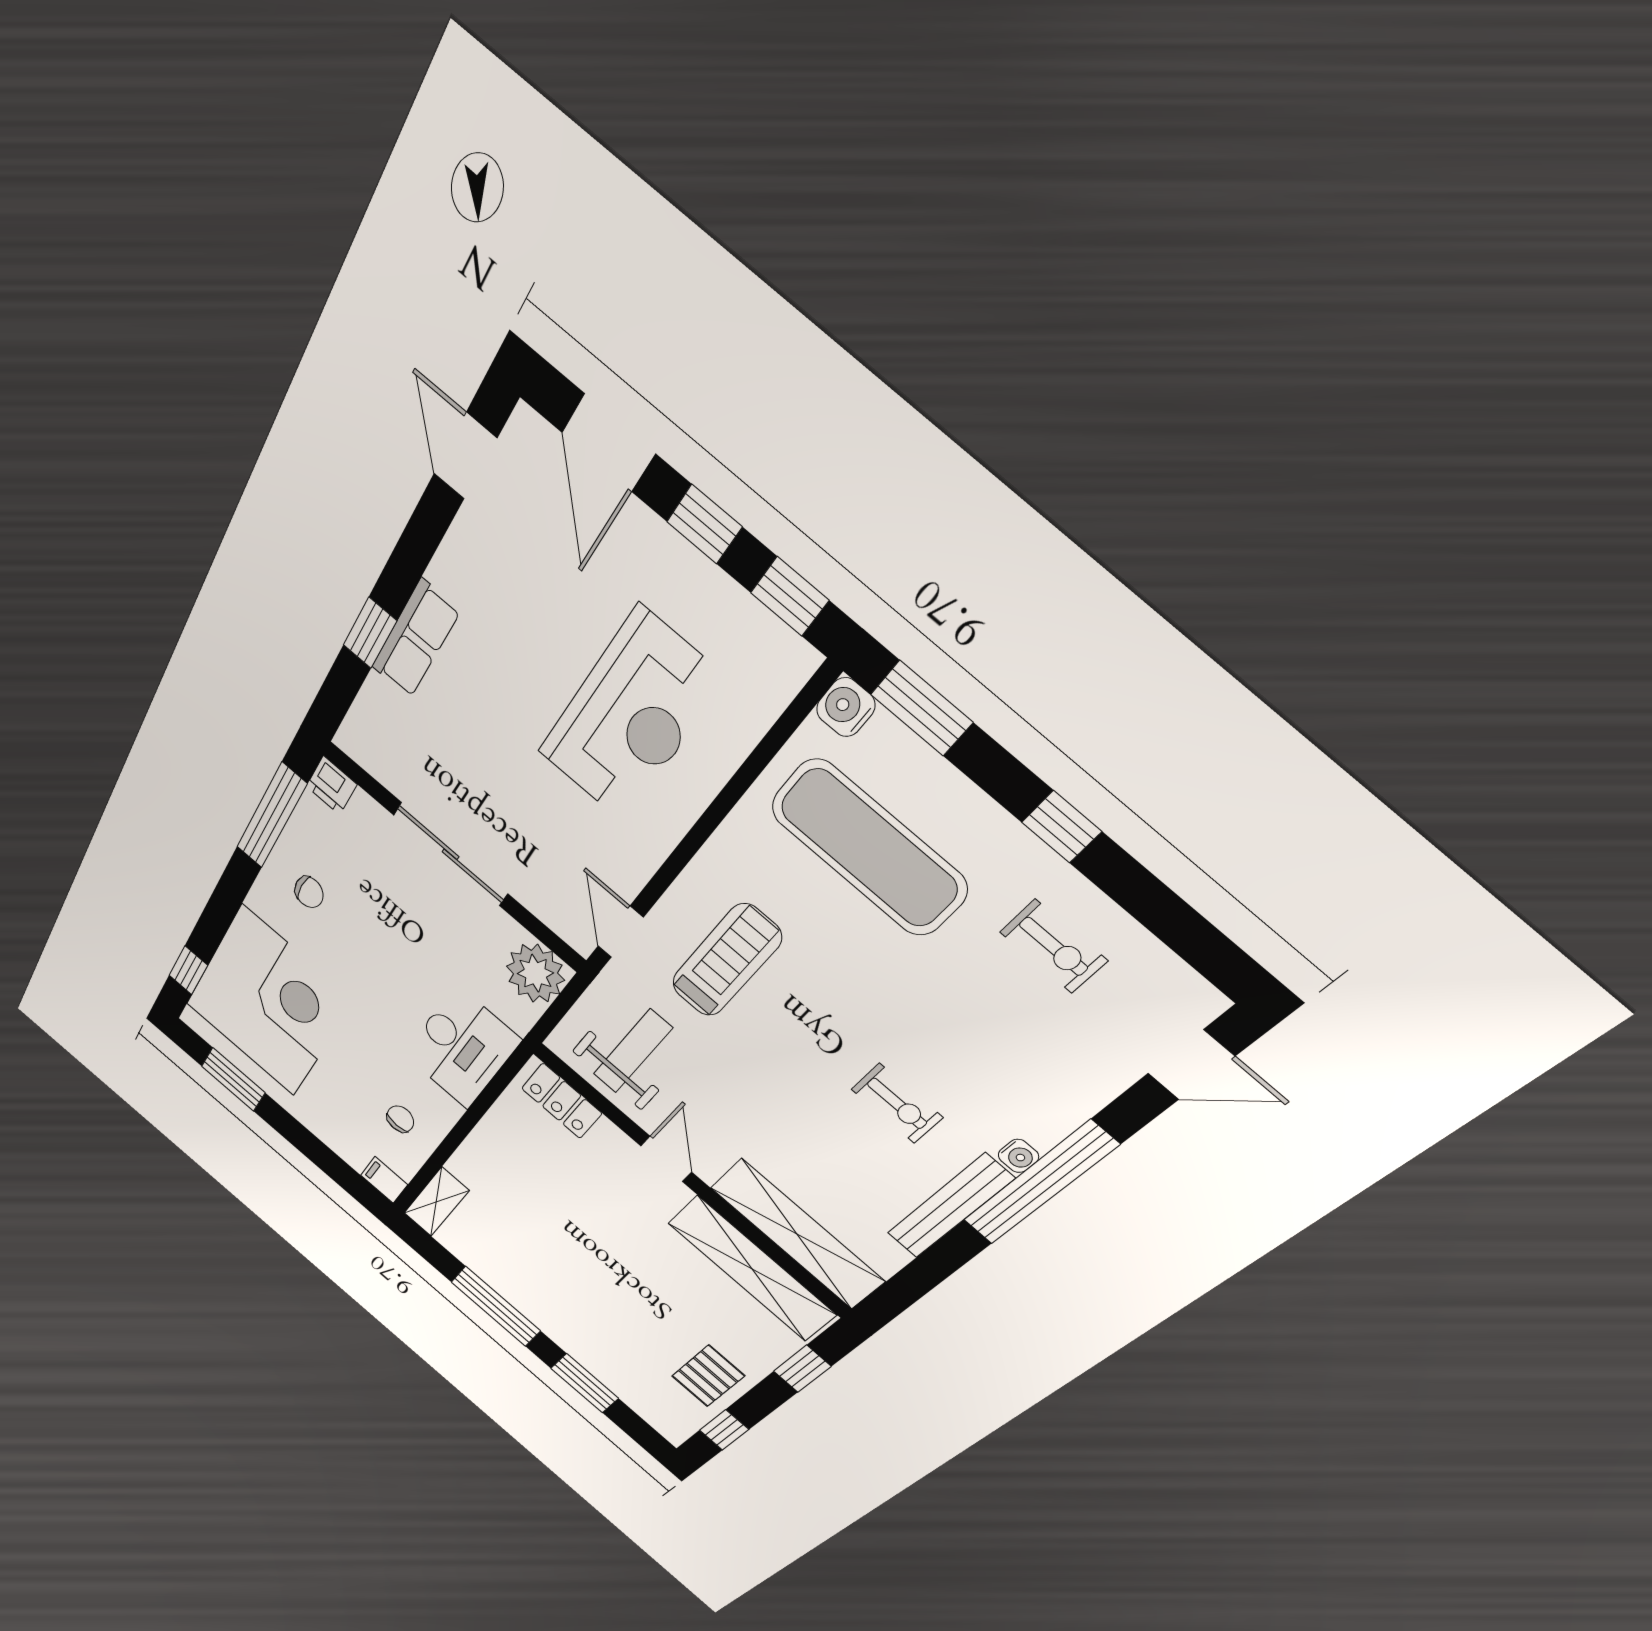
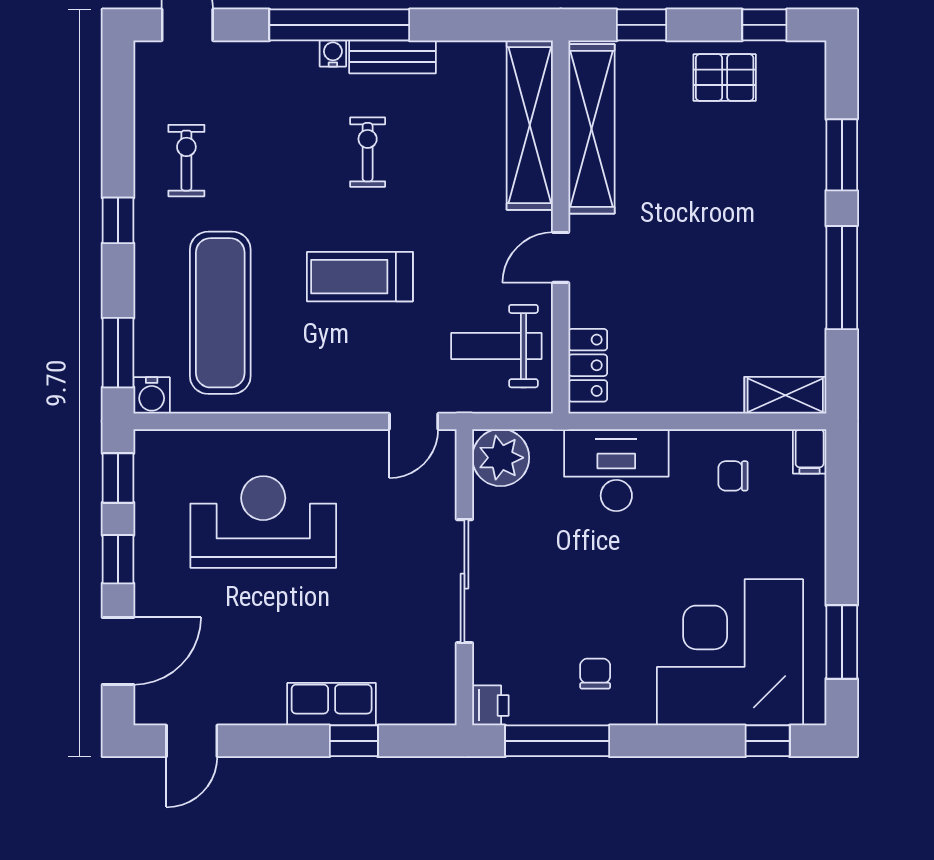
treadmill: (726, 961) -> (360, 277), moved
bench: (950, 1206) -> (393, 57), width x0.73

